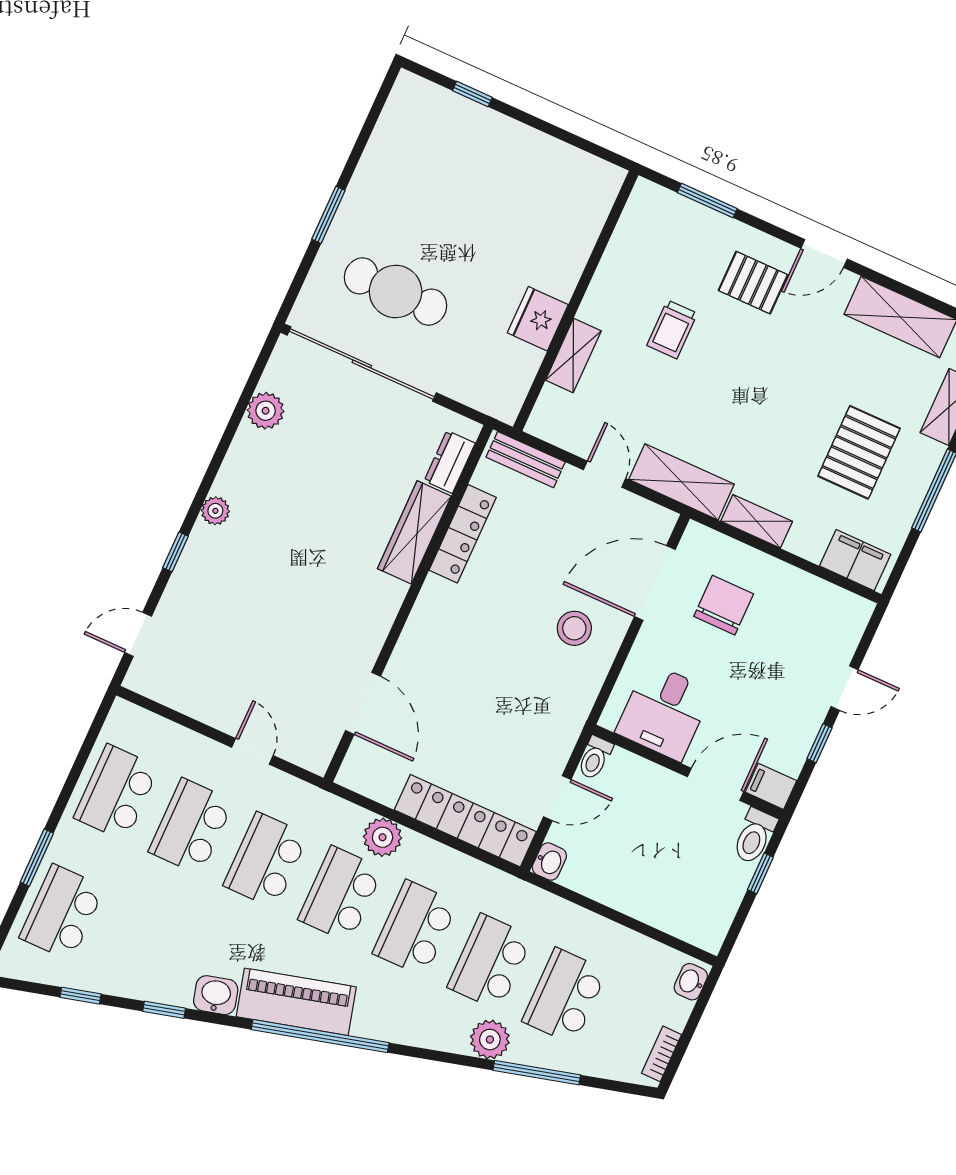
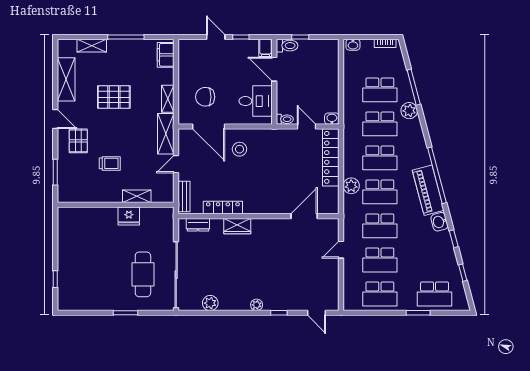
pallet: (859, 452) -> (114, 97), moved
wardrobe: (414, 532) -> (237, 226), width x0.67

